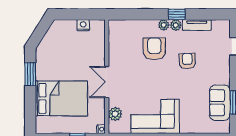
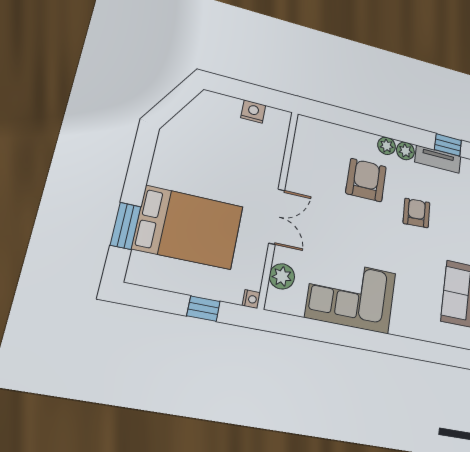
window: (177, 14) -> (448, 145), moved
window: (30, 74) -> (126, 226), moved
double door: (107, 82) -> (277, 217), swing flipped

